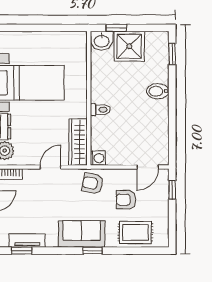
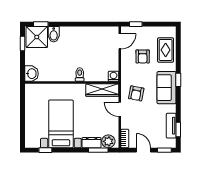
window: (116, 28) -> (23, 44), moved
shower: (129, 46) -> (37, 37), moved
bidet: (158, 91) -> (54, 34), moved
door: (148, 167) -> (120, 41), hinge flipped
armchair: (93, 183) -> (136, 93), moved

